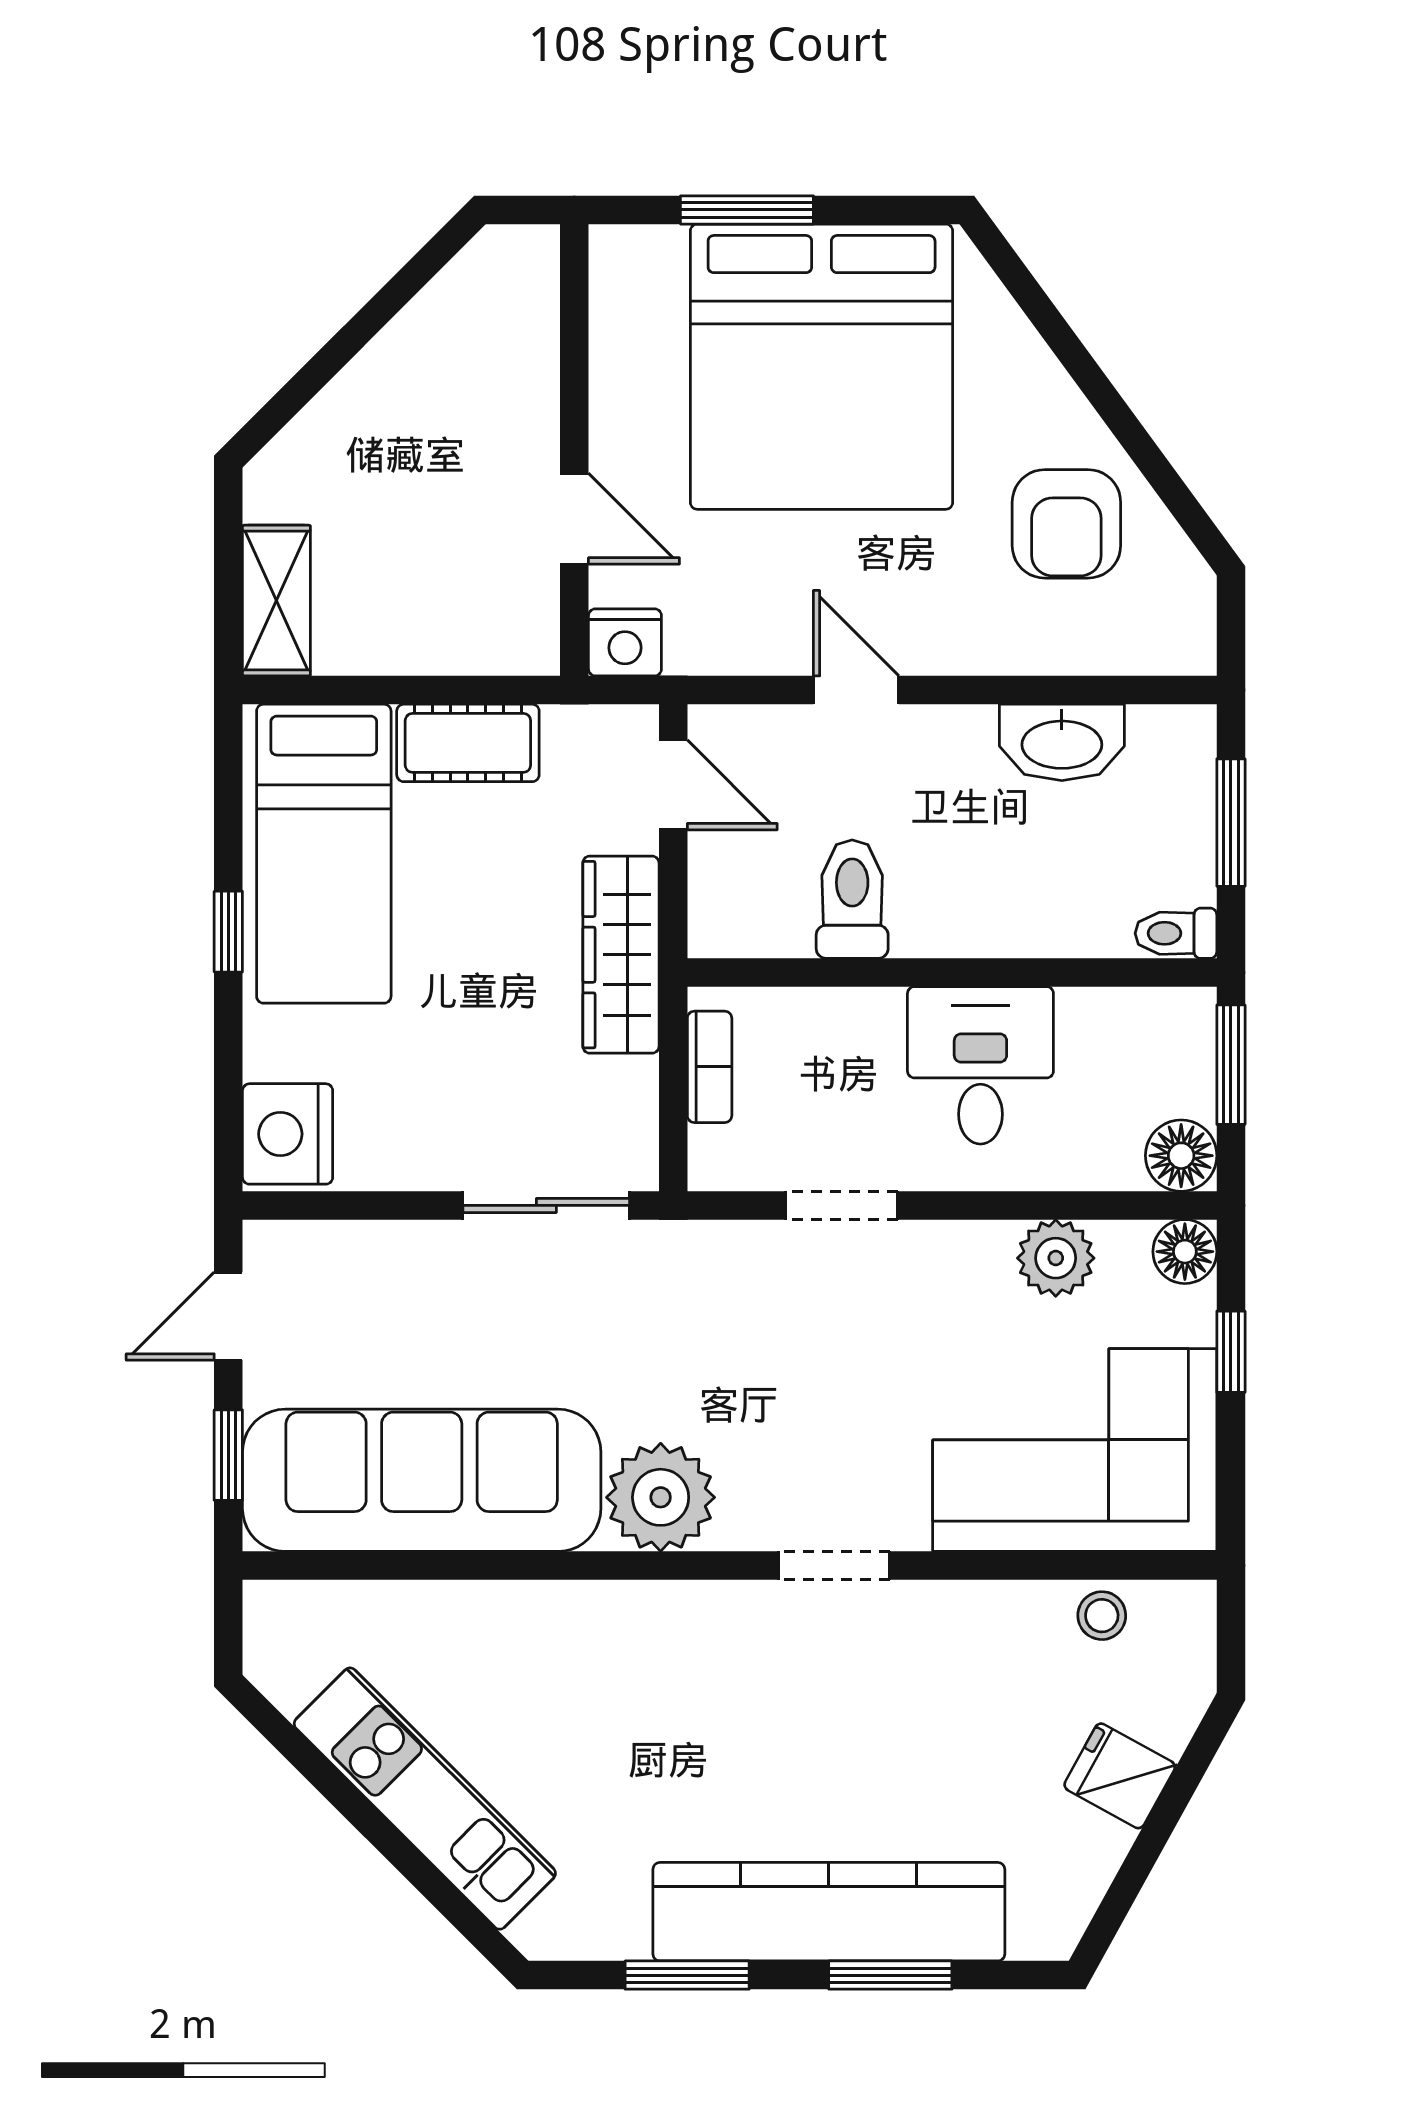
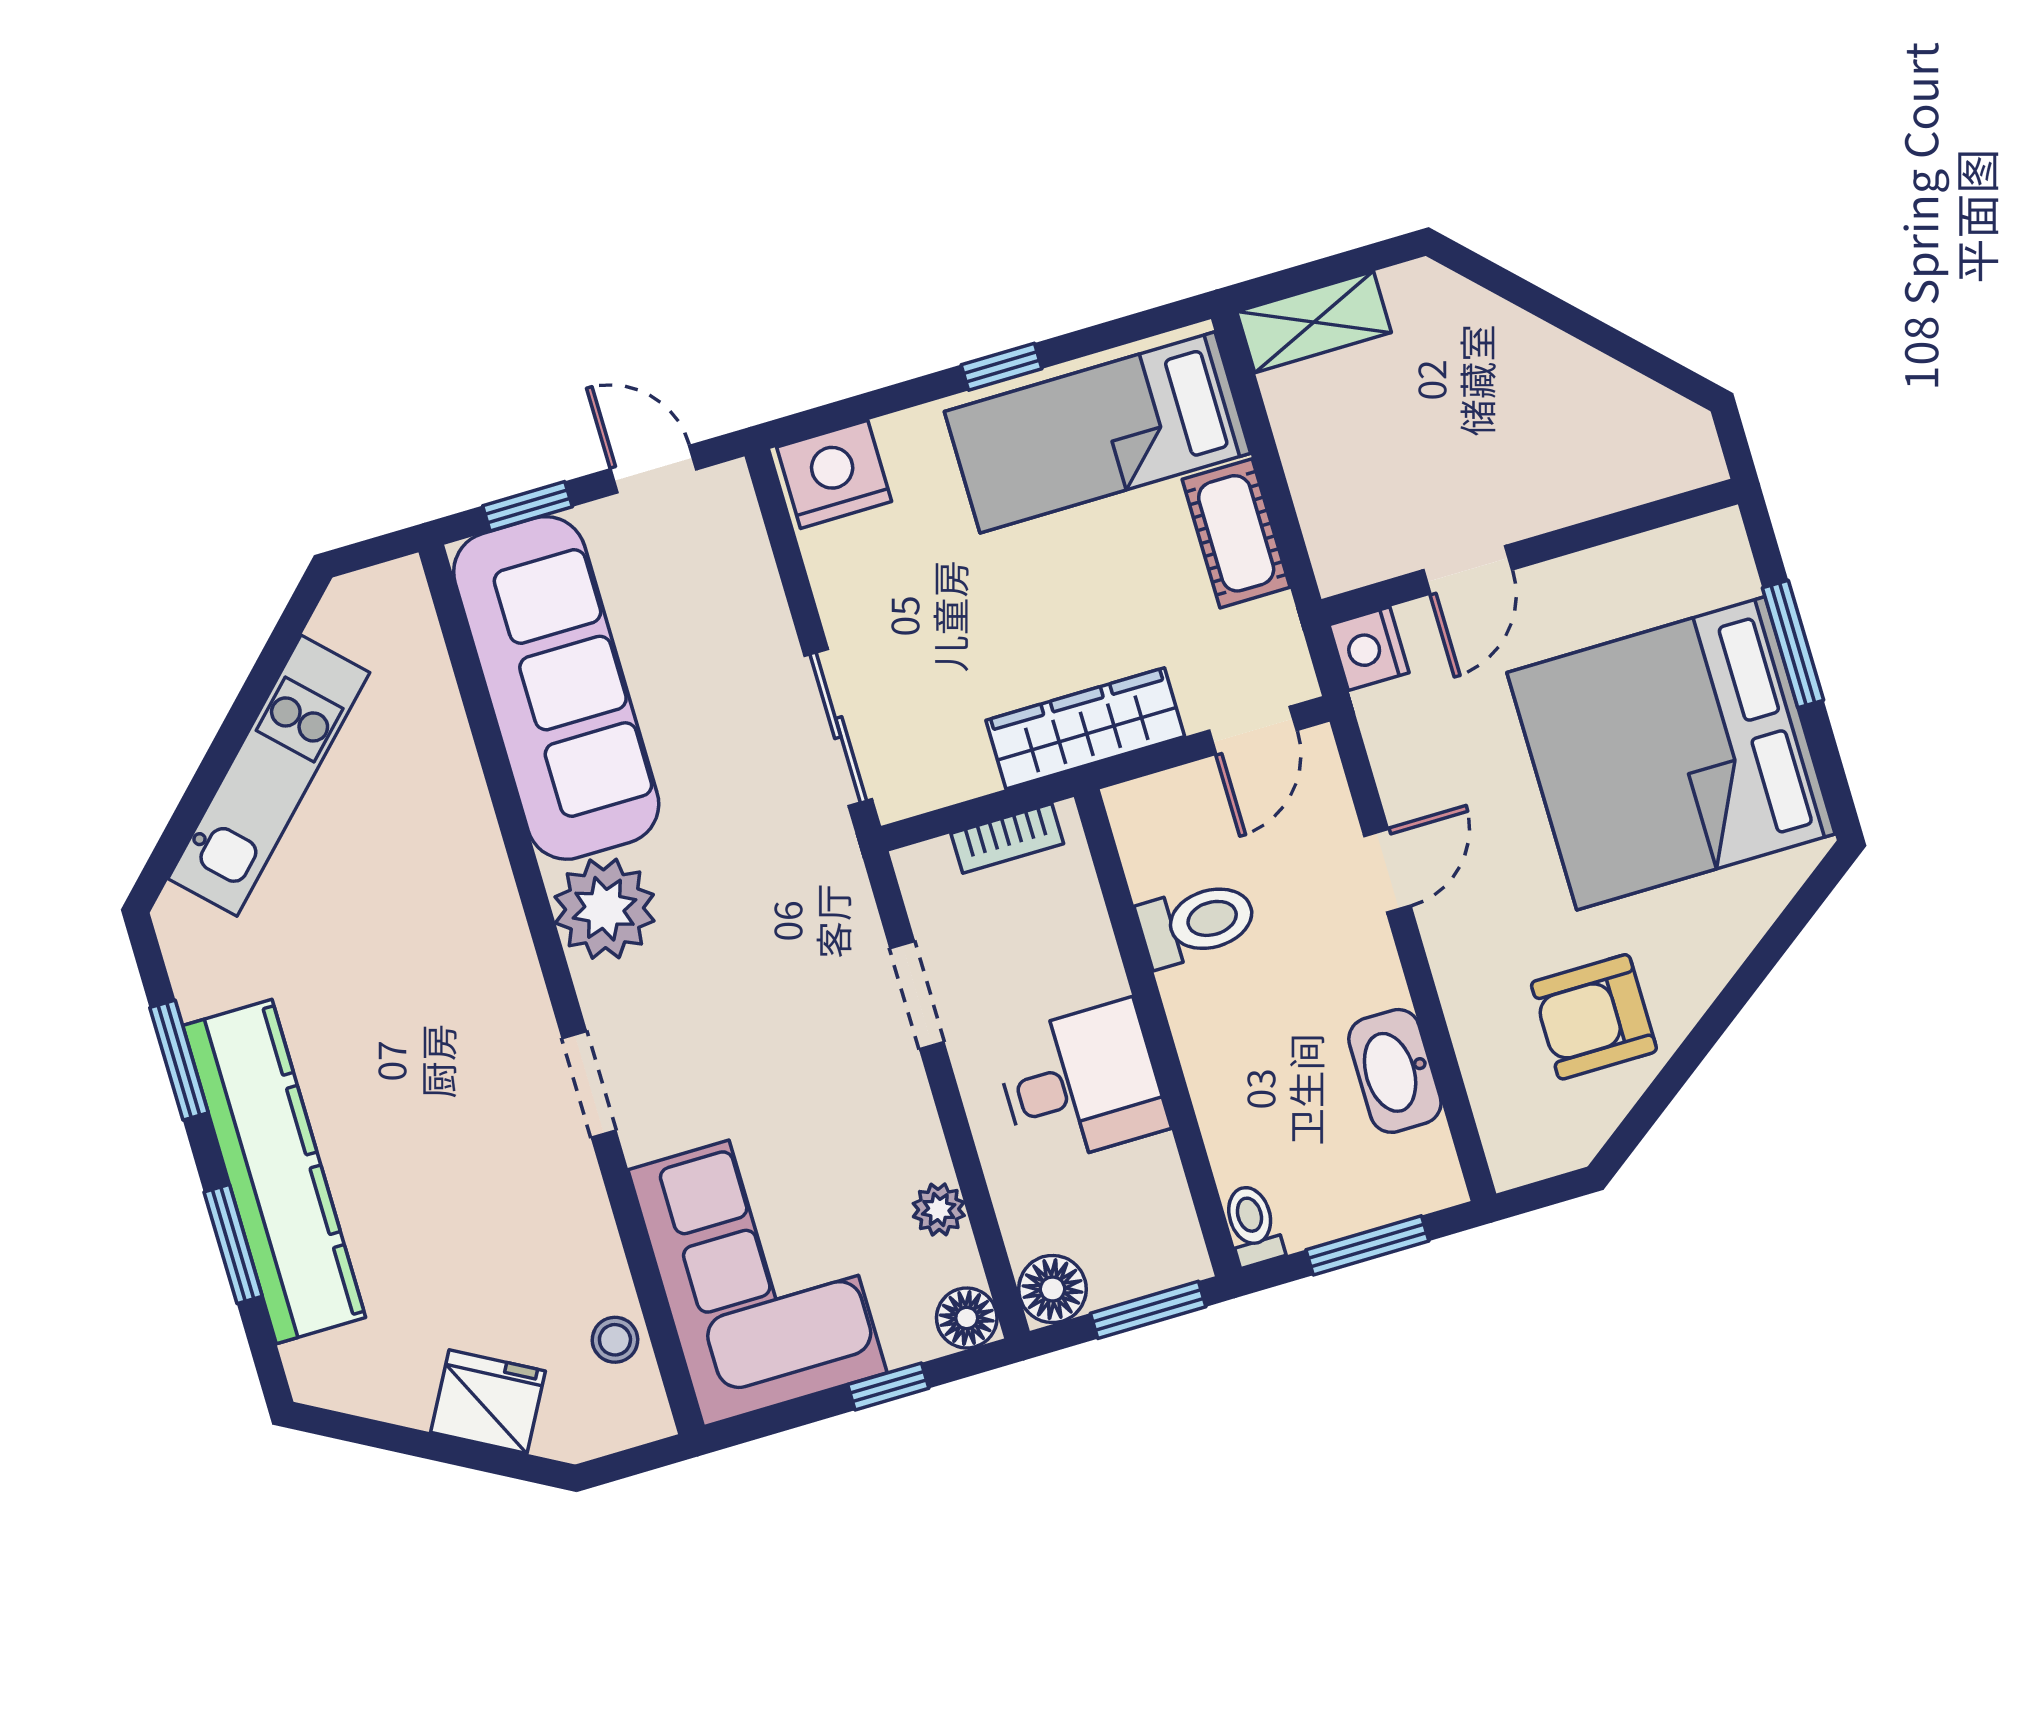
plant: (1056, 1258) -> (939, 1209), width x0.73, depth x0.73
fridge: (1120, 1776) -> (488, 1402), width x1.38

